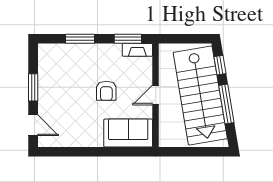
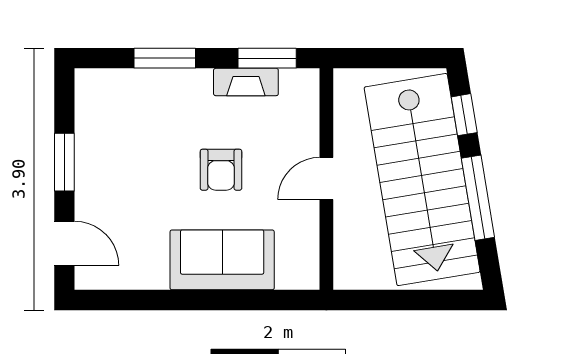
fireplace: (137, 50) -> (246, 82), moved
sofa: (128, 133) -> (222, 260), moved

